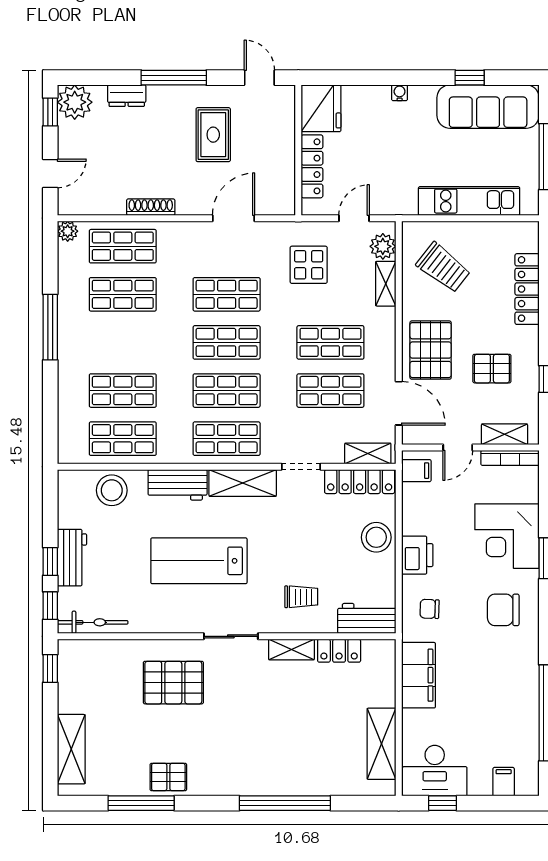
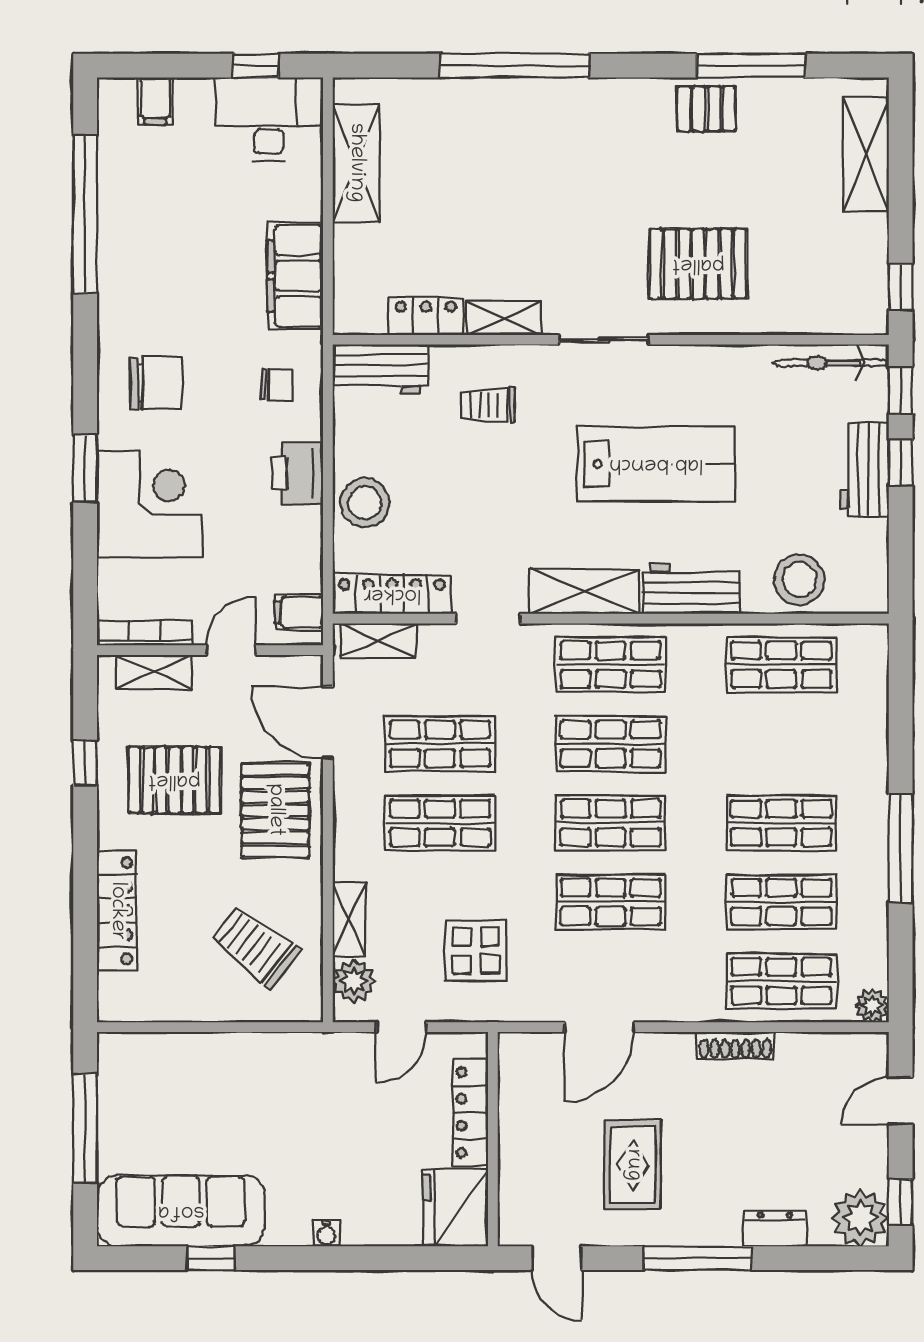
kitchen unit: (469, 201) -> (212, 1055), removed
pallet: (492, 369) -> (174, 780), width x1.50, depth x1.42
shop shelf: (123, 391) -> (781, 823), moved

